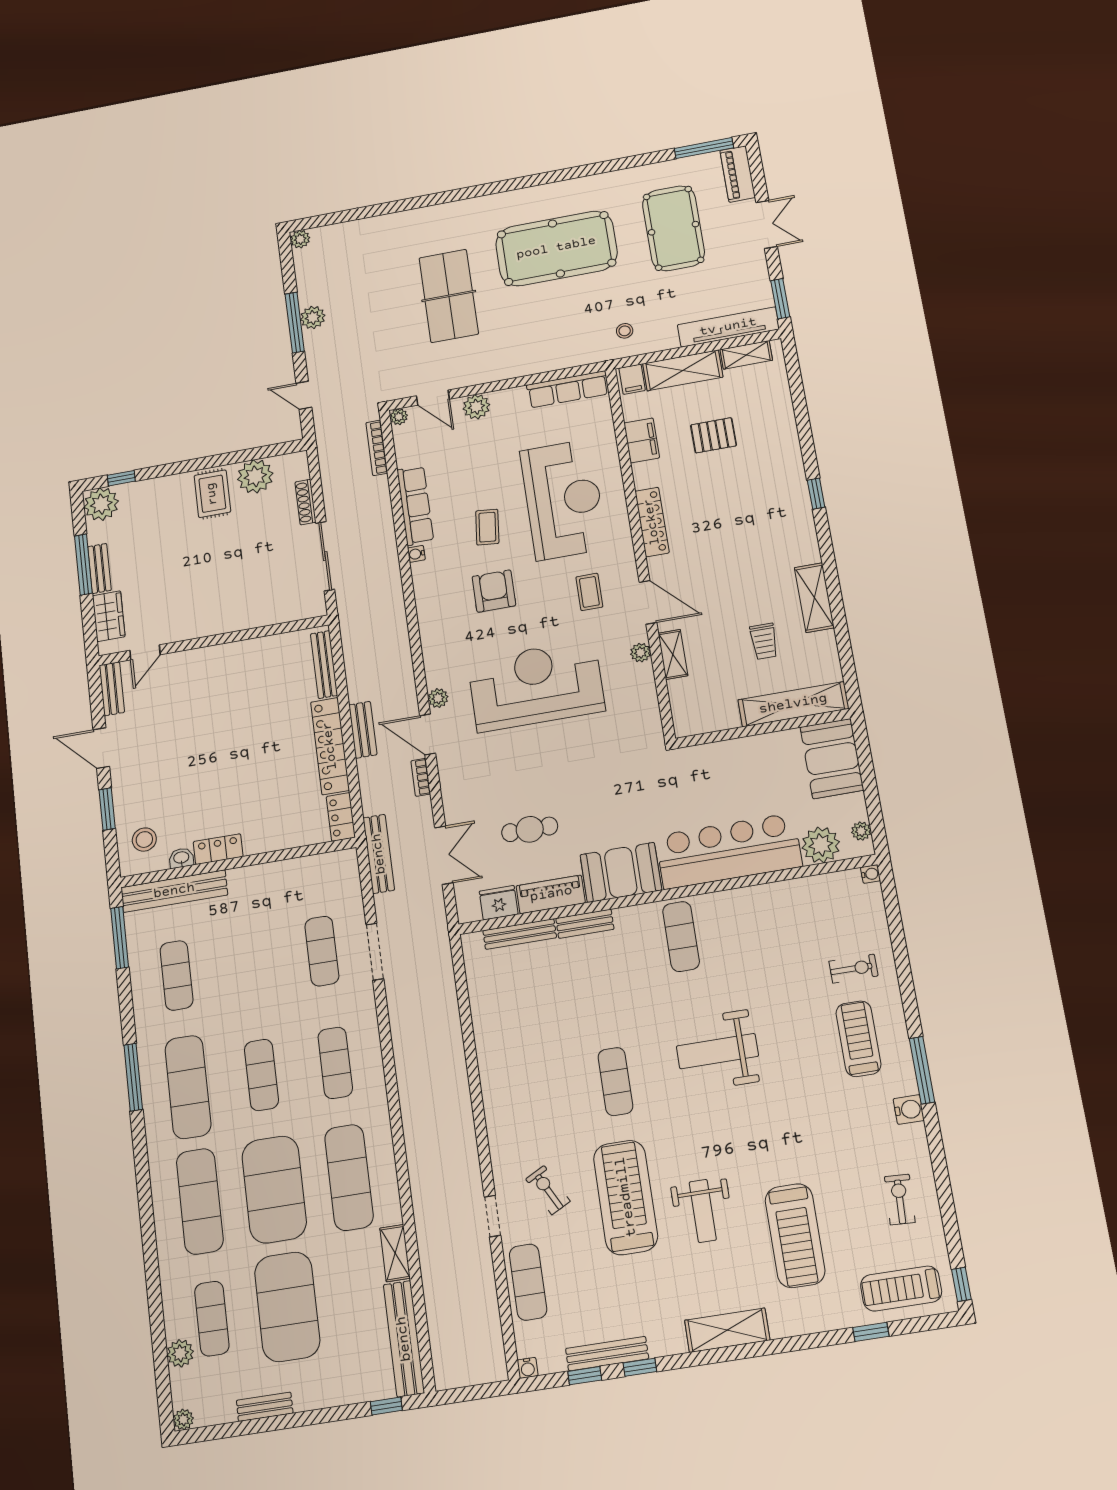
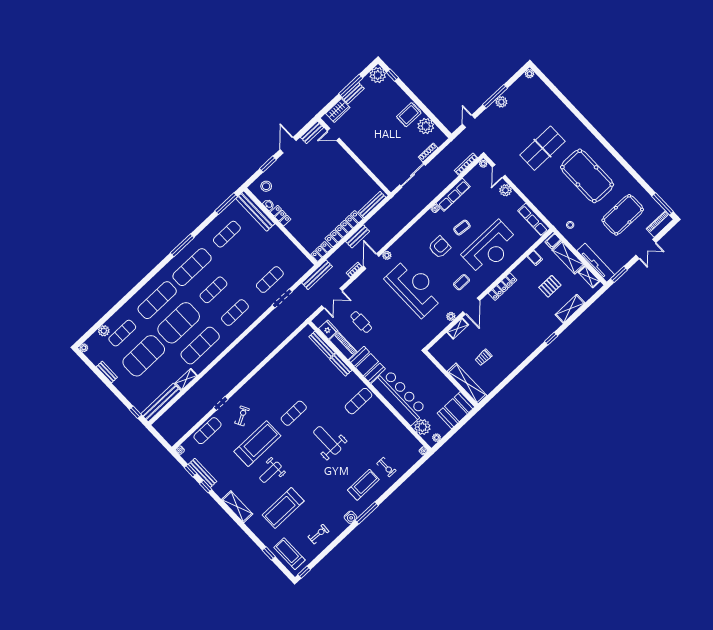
pallet: (713, 435) -> (550, 286), turned 90
filing cabinet: (642, 440) -> (535, 258), width x0.50
shelving: (814, 598) -> (570, 309), moved

